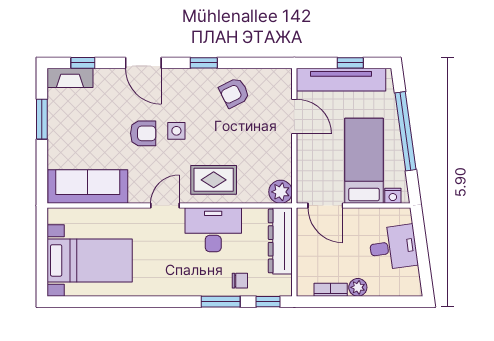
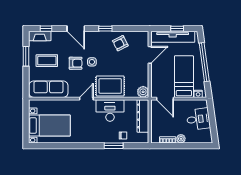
door: (294, 116) -> (150, 55), hinge flipped
coffee table: (85, 128) -> (47, 61), added
rug: (214, 180) -> (110, 86), width x1.36, depth x1.43
window: (268, 302) -> (137, 146), removed

